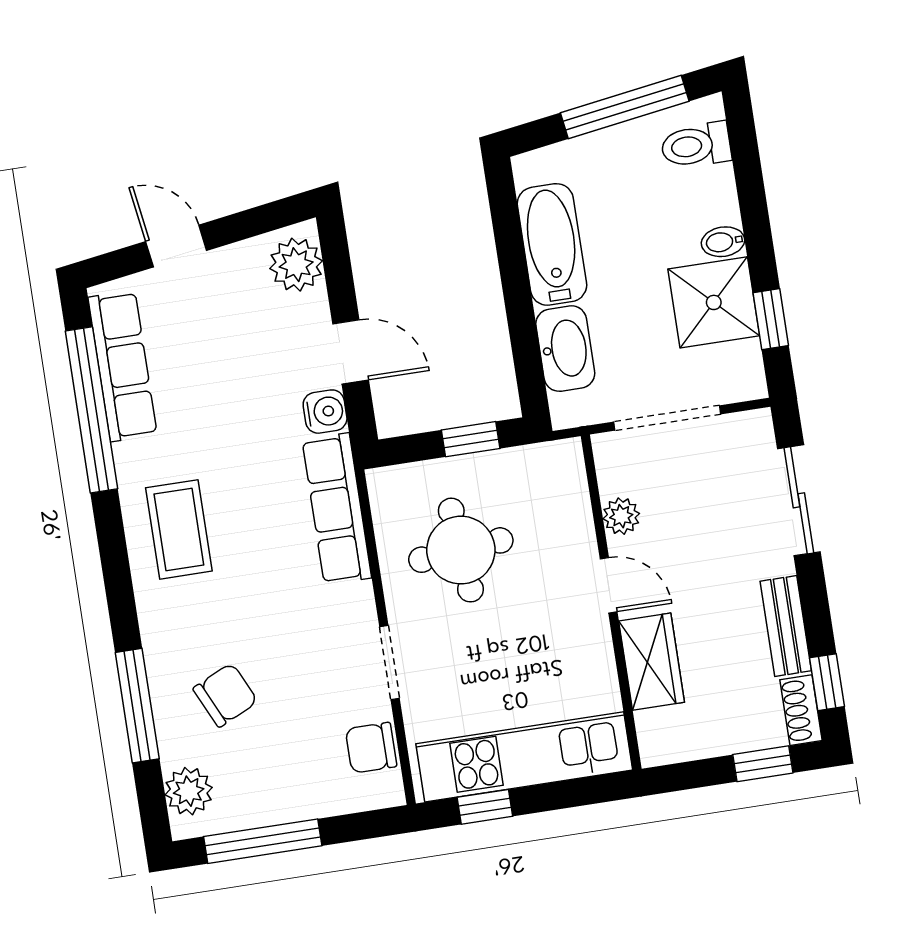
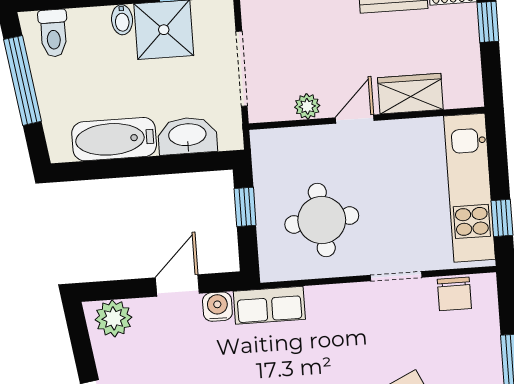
row of seats: (337, 509) -> (269, 305), width x0.68

